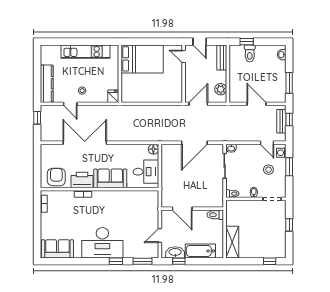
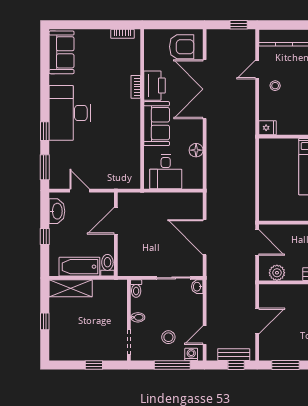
double door: (85, 143) -> (205, 89), swing flipped
floor lamp: (153, 149) -> (196, 150), moved
window: (289, 167) -> (172, 365), width x1.44
armchair: (56, 177) -> (182, 47), moved
bathtub: (200, 251) -> (79, 267), moved, turned -90
window: (179, 261) -> (45, 237), moved
window: (270, 261) -> (45, 321), moved

